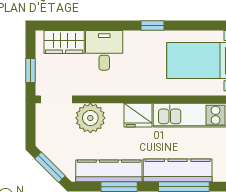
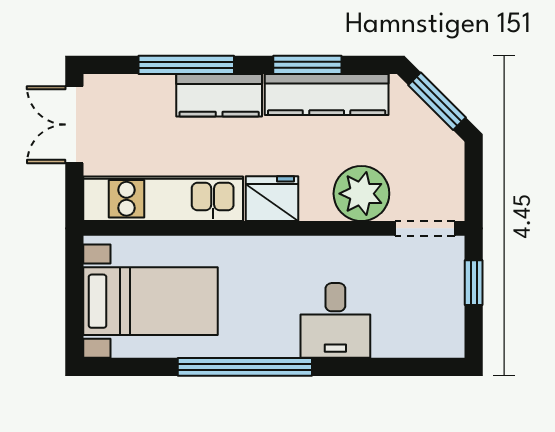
window: (152, 26) -> (245, 367), width x3.17
wardrobe: (64, 42) -> (411, 336), removed
kitchen counter: (178, 170) -> (219, 95), width x0.67

